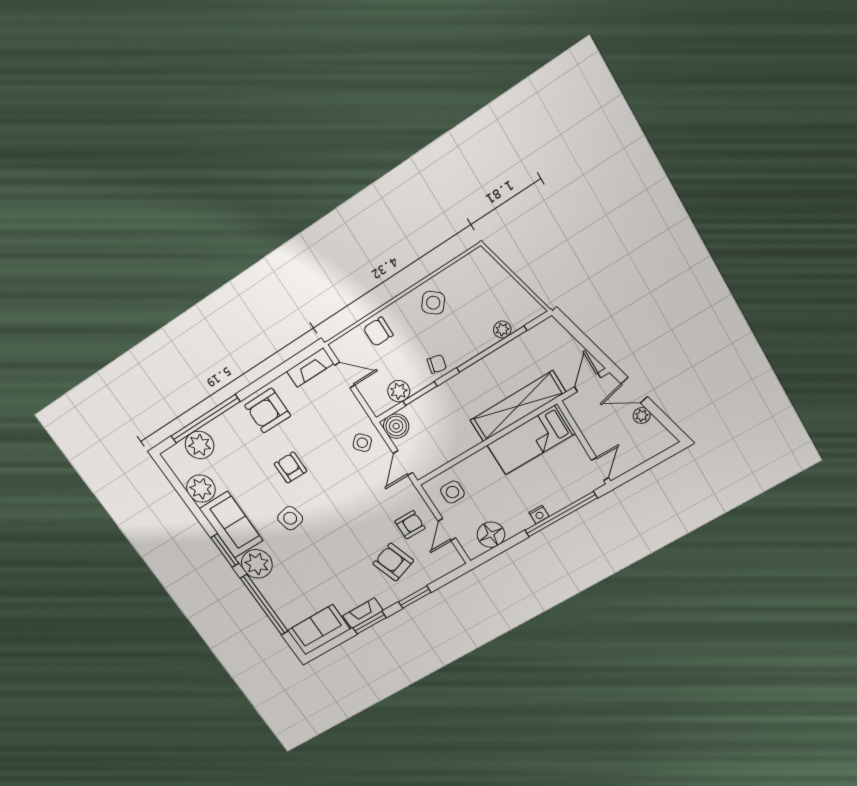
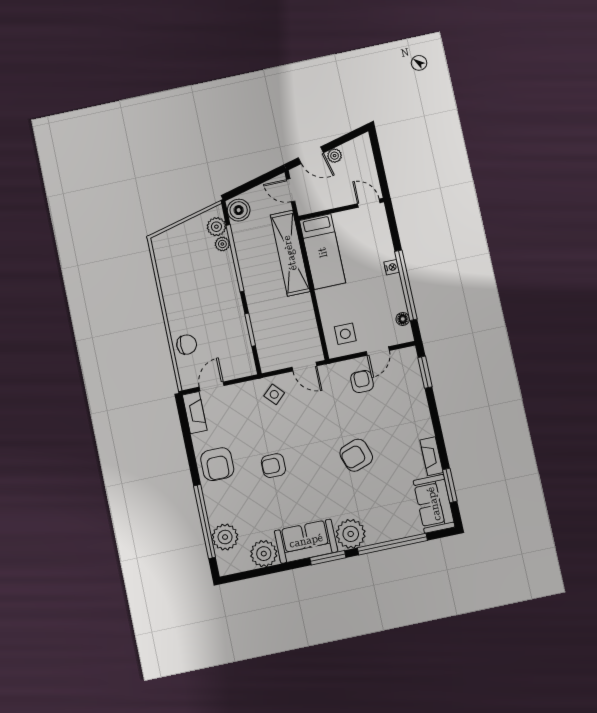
side table: (433, 303) -> (180, 291), removed
chair: (378, 332) -> (187, 345), turned -90
chair: (437, 364) -> (231, 307), removed
door: (634, 390) -> (311, 155), hinge flipped
plant: (399, 391) -> (216, 227), moved
boiler: (396, 426) -> (239, 210), moved
window: (561, 514) -> (406, 285), moved
side table: (290, 518) -> (319, 485), removed
door: (447, 530) -> (378, 351), hinge flipped
floor lamp: (491, 535) -> (403, 319), width x0.53, depth x0.53
armchair: (393, 562) -> (356, 455), moved
window: (415, 597) -> (425, 372), moved
window: (370, 623) -> (450, 485), moved

